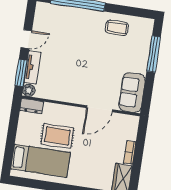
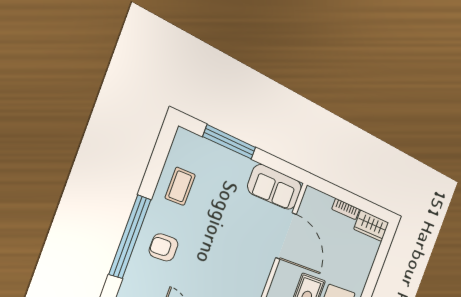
armchair: (75, 25) -> (164, 247), added
door: (100, 109) -> (286, 236), width x1.36

